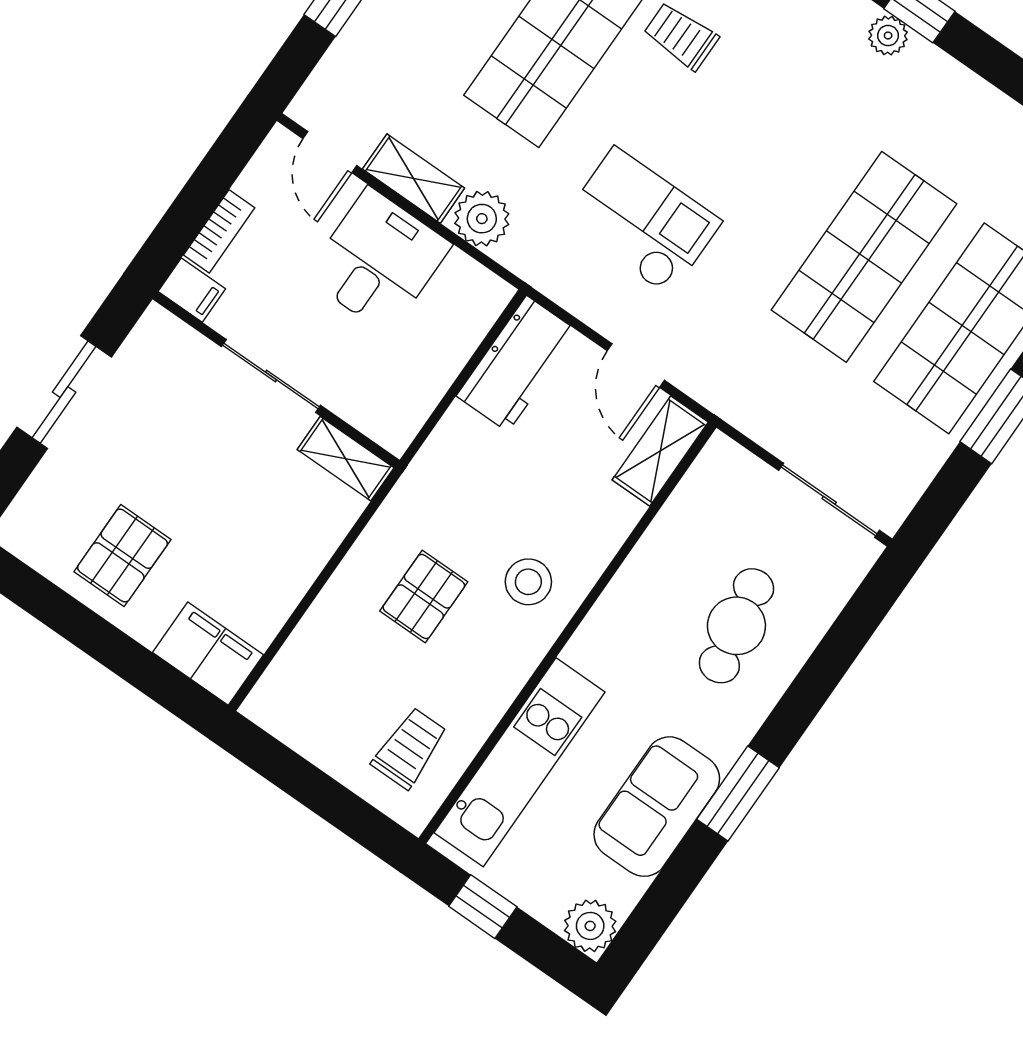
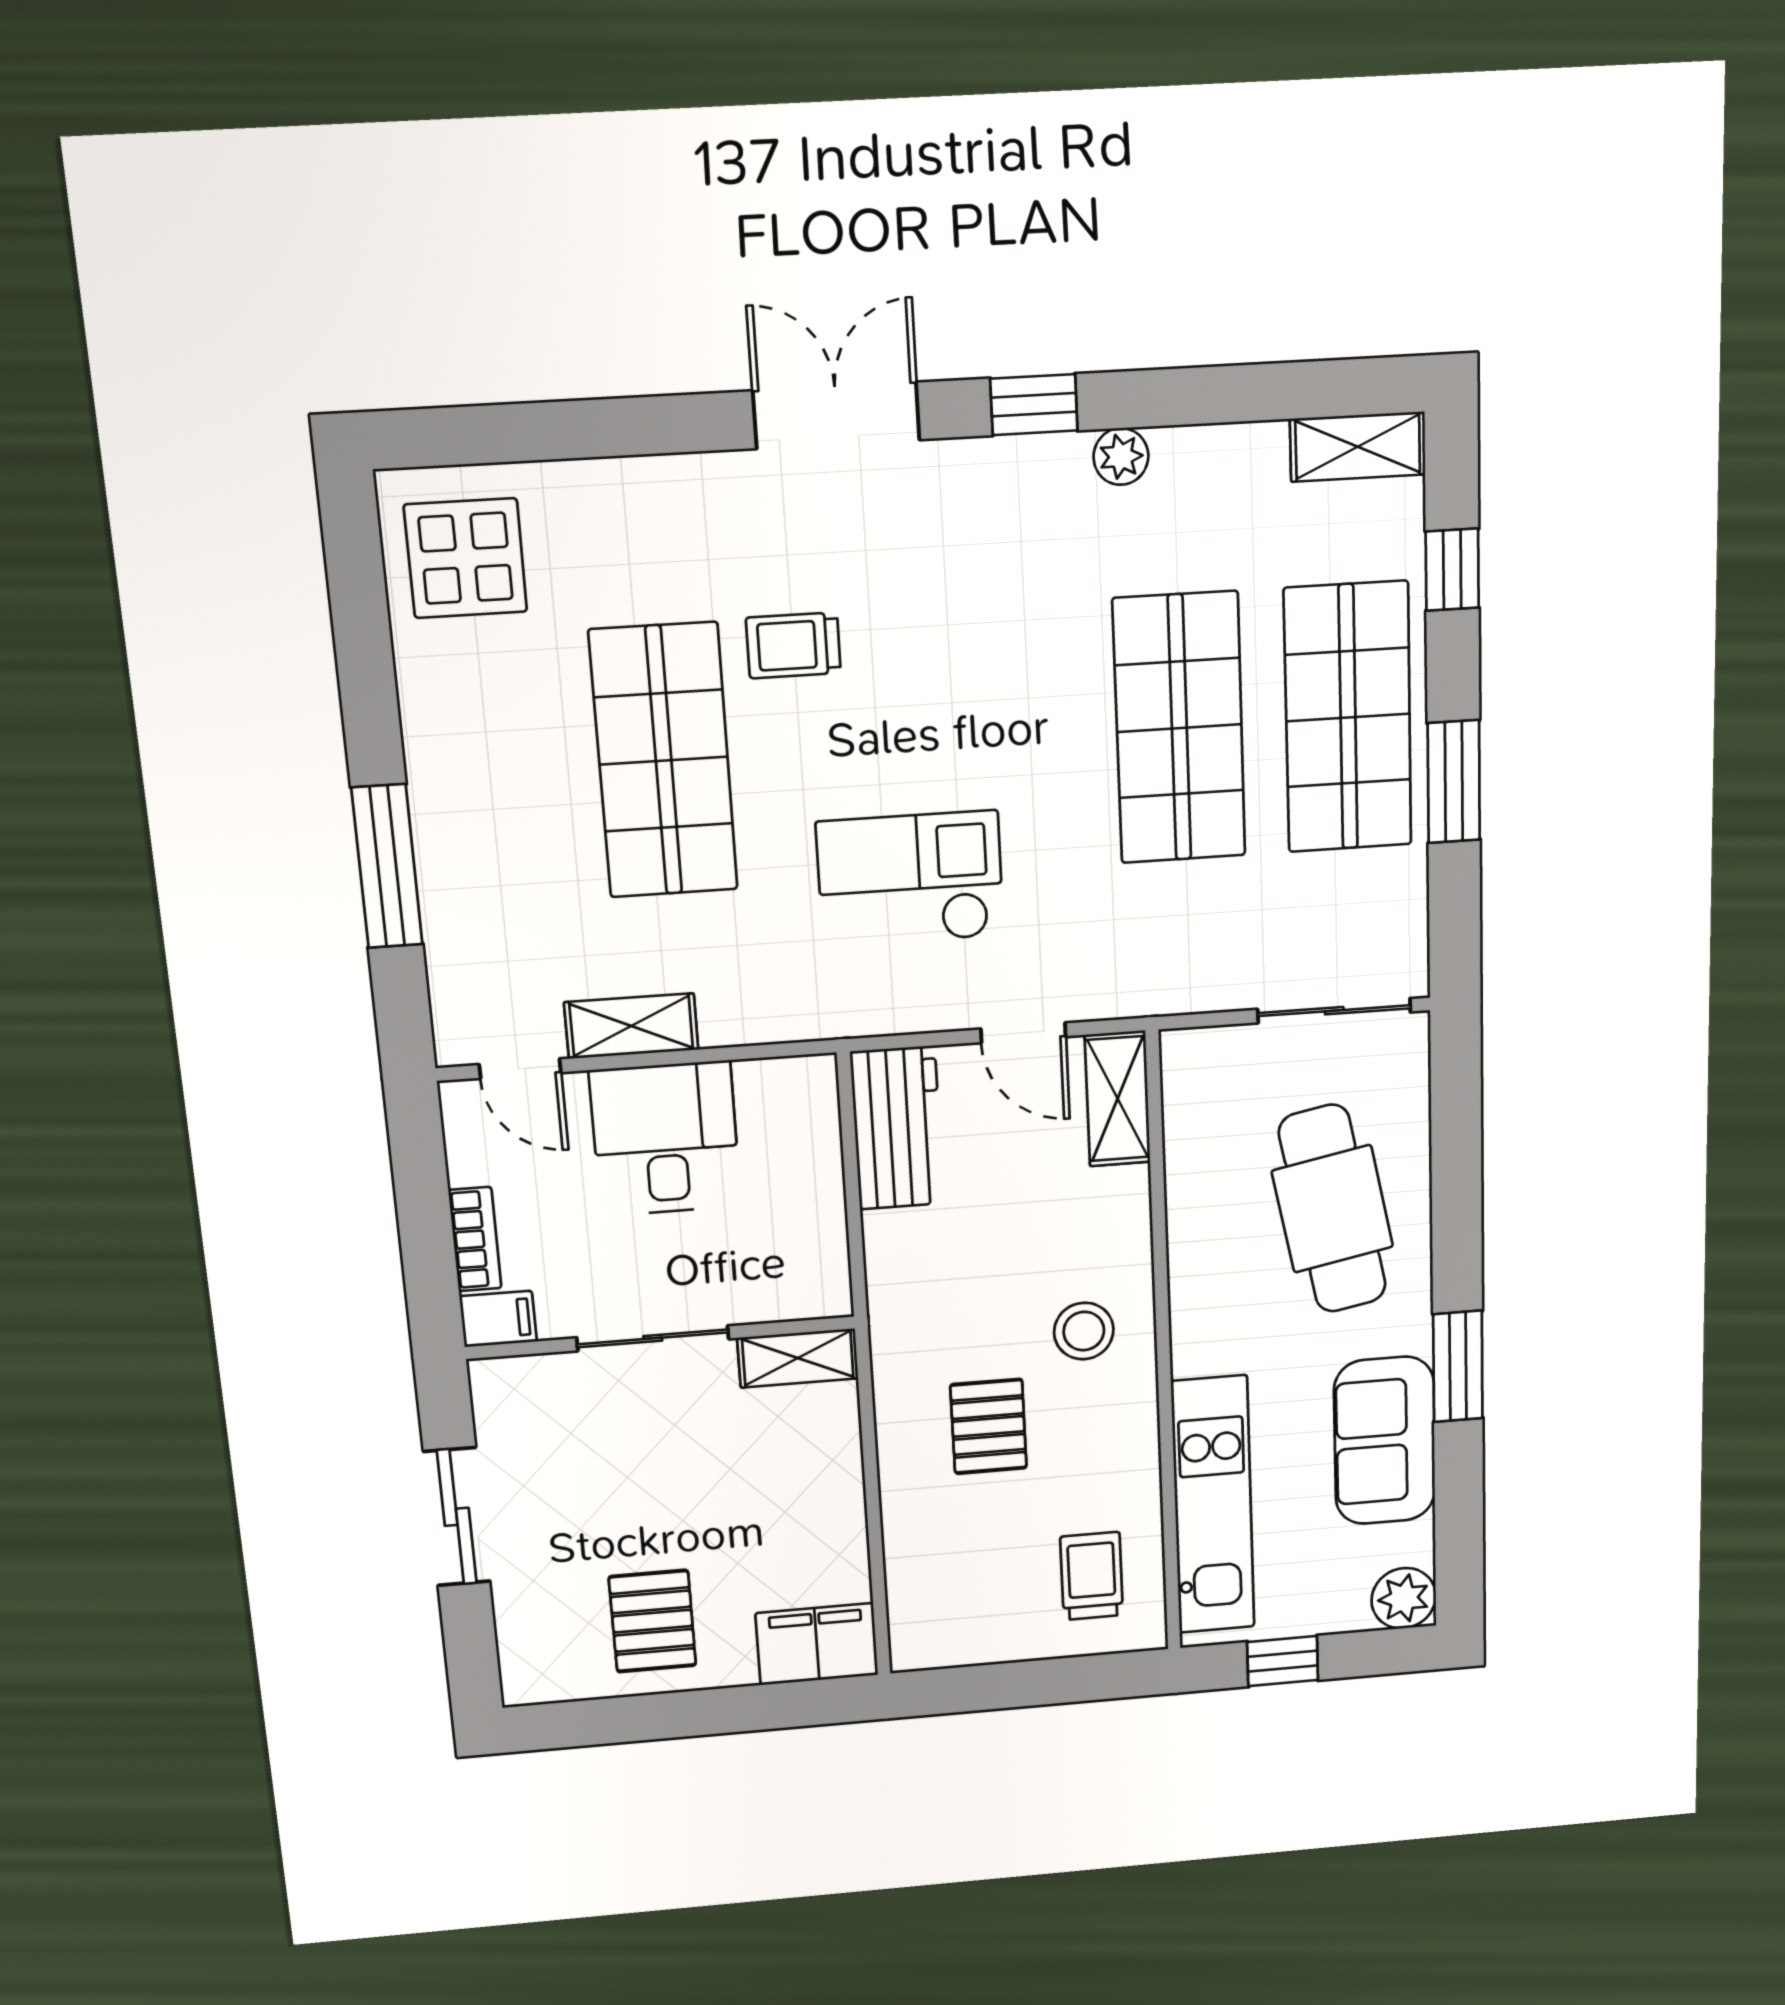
plant: (888, 36) -> (1121, 457), moved
plant: (482, 219) -> (738, 1010), removed
cafe table: (736, 626) -> (1332, 1209), width x1.37, depth x1.35

